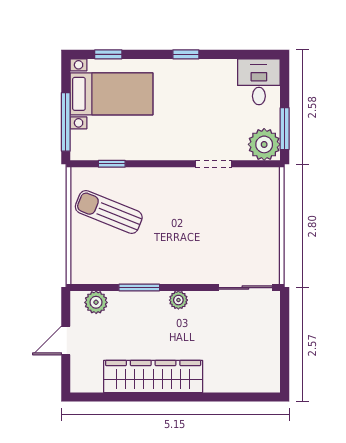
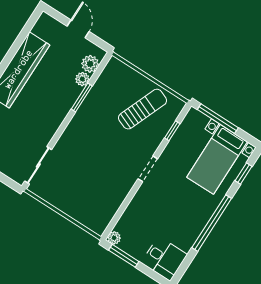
window: (186, 54) -> (212, 223), width x3.17
plant: (264, 144) -> (114, 238), width x0.53, depth x0.53
doorway: (213, 164) -> (148, 169), moved
plant: (178, 300) -> (82, 79), moved

